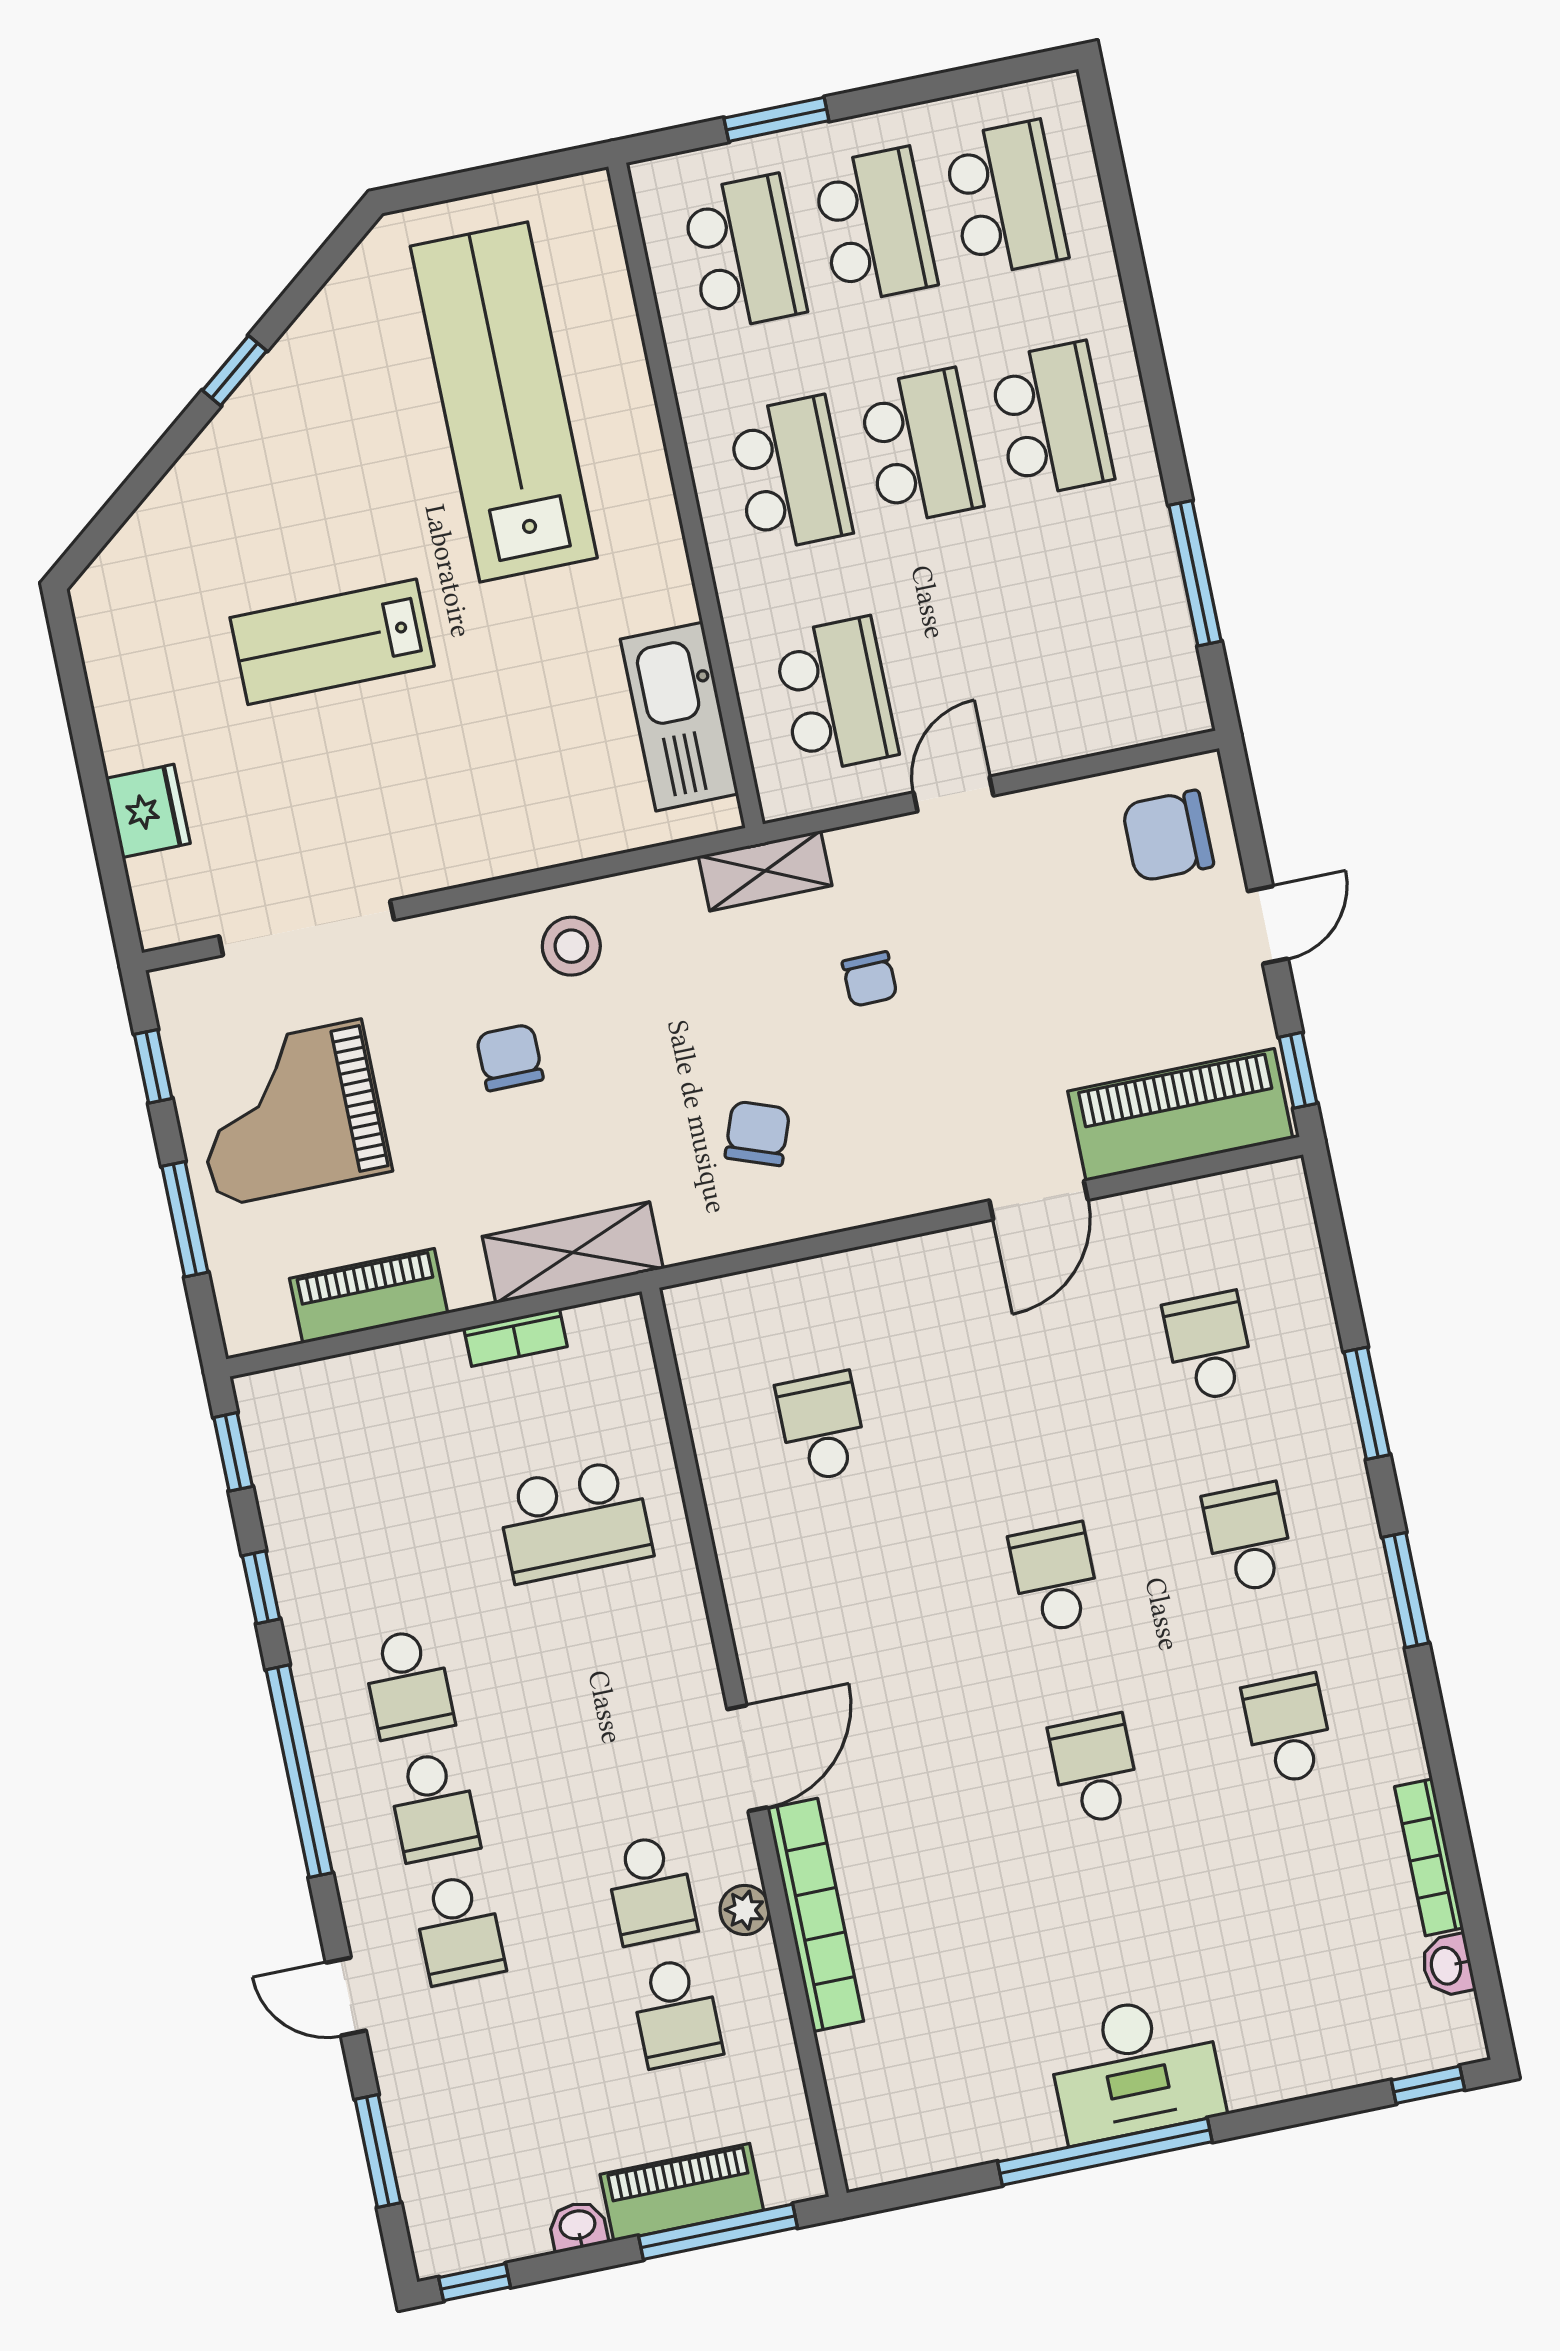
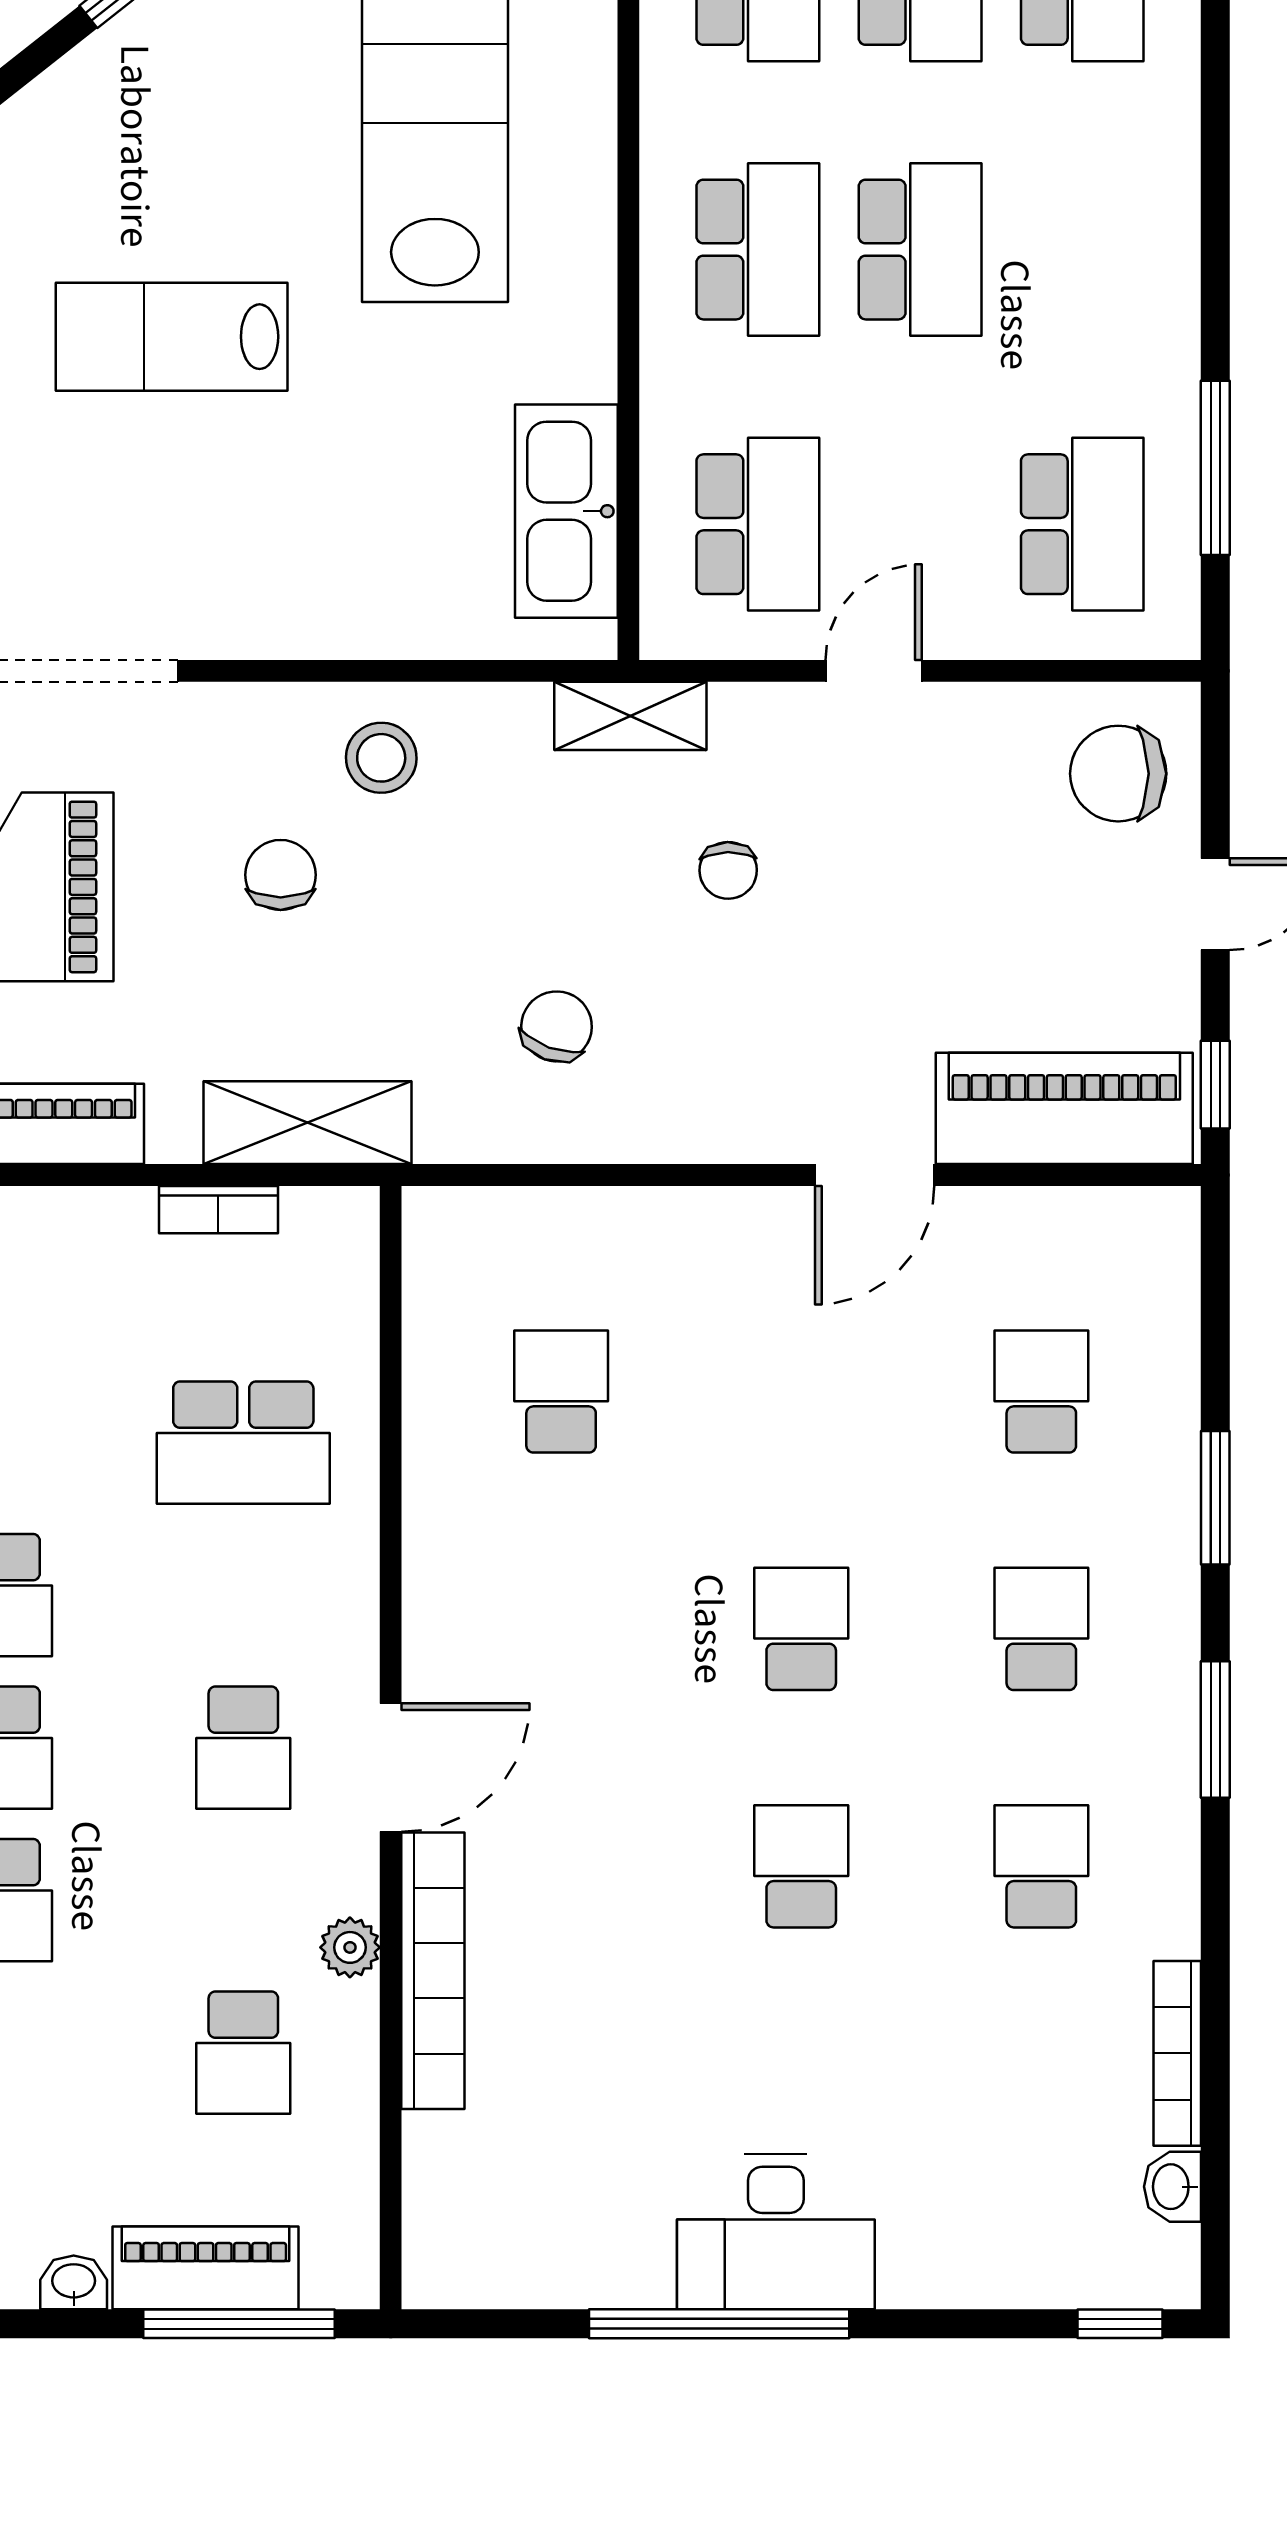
school desk: (1051, 420) -> (1082, 524), moved
school desk: (651, 1890) -> (243, 1748), moved

